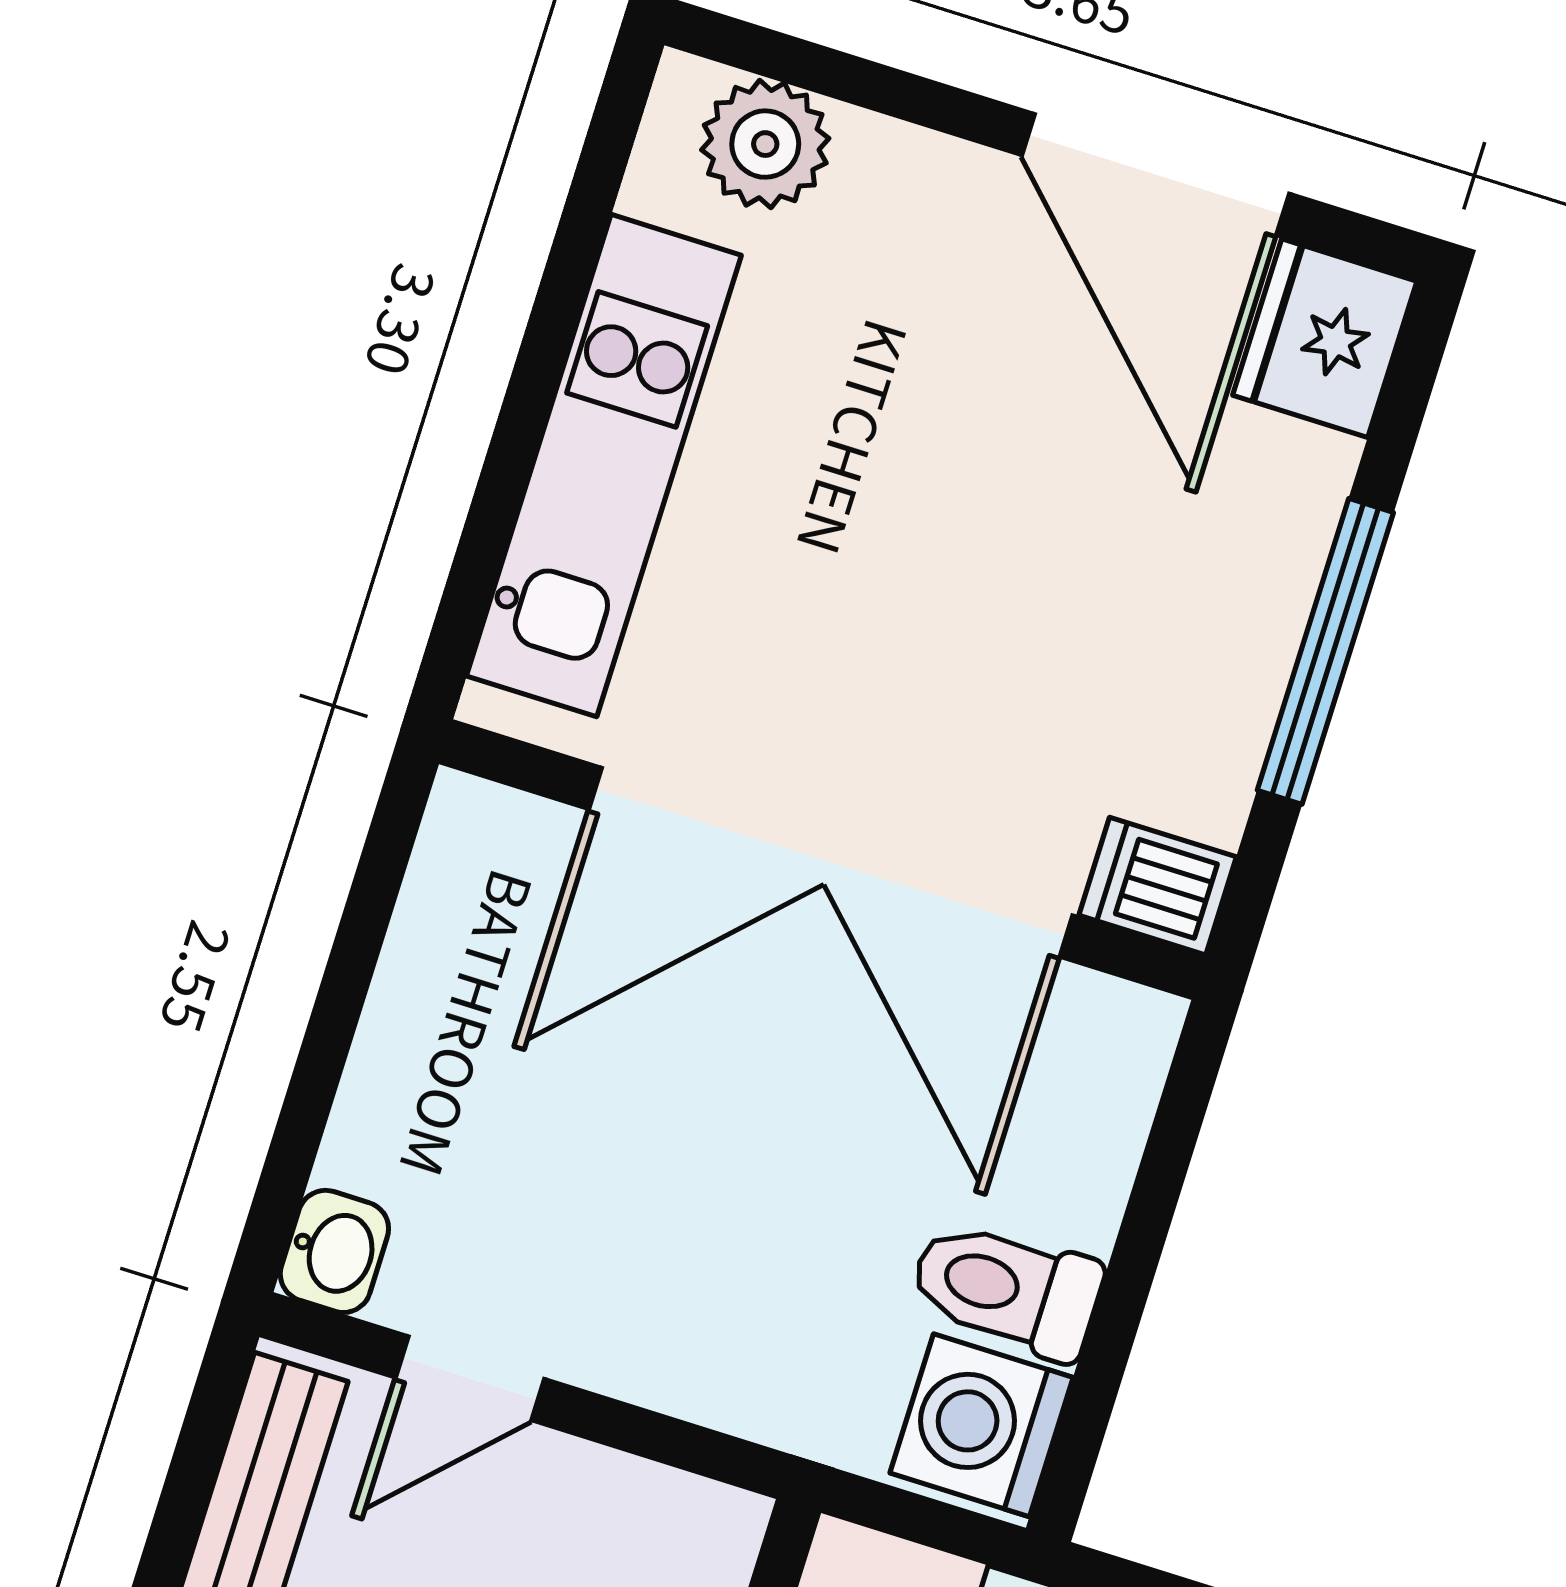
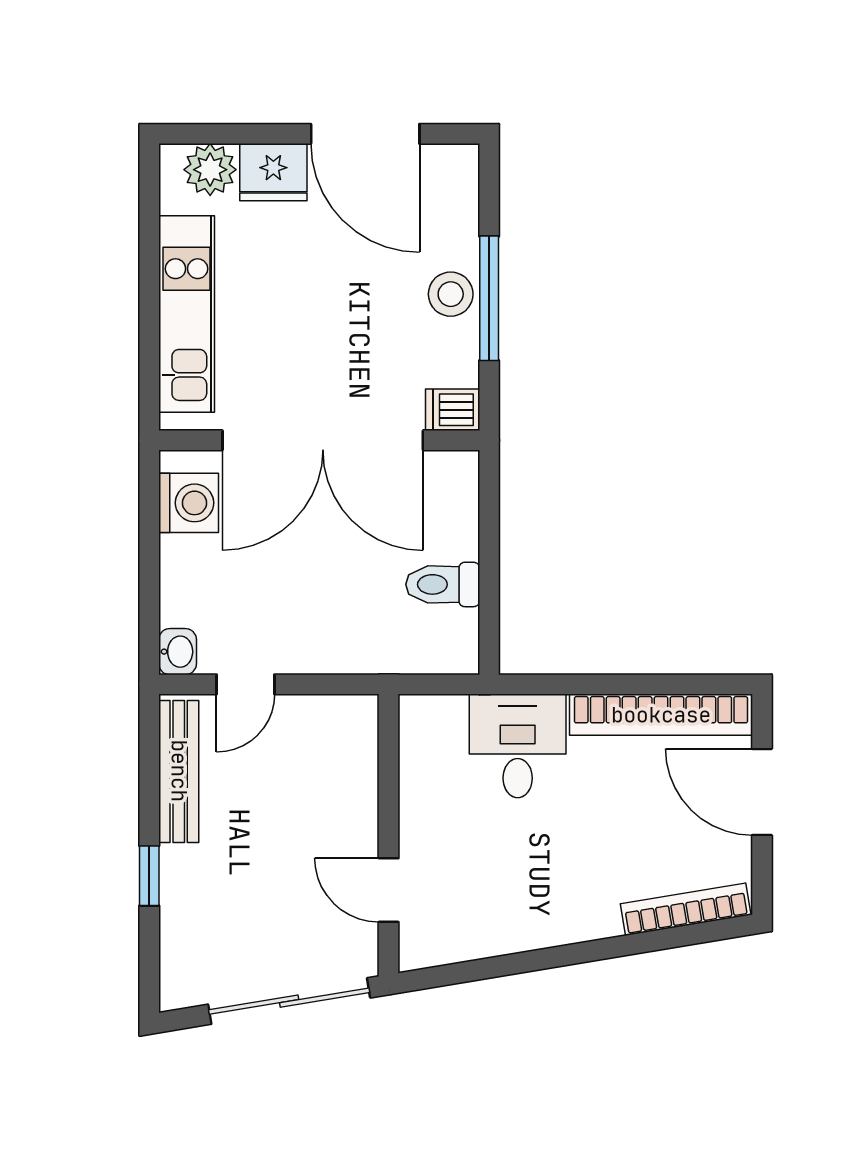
fridge: (1325, 338) -> (273, 172), moved, turned -90
stool: (1238, 613) -> (451, 294), added
washing machine: (981, 1425) -> (189, 503), moved, turned 180

